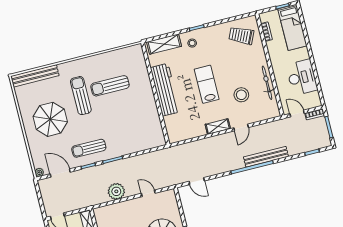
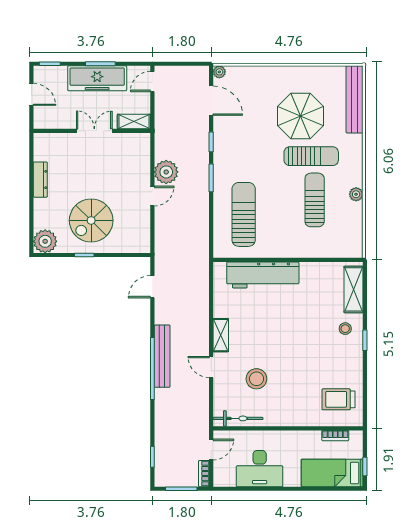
trolley: (241, 36) -> (338, 399), turned -115
plant: (99, 59) -> (356, 194), added
bicycle: (267, 83) -> (238, 418), moved
lab bench: (207, 84) -> (283, 334), removed
workbench: (165, 90) -> (263, 275), moved
parasol: (50, 119) -> (300, 116), moved
sun lounger: (89, 148) -> (244, 214), moved, width x1.36, depth x1.34
bench: (266, 157) -> (162, 356), moved
door: (60, 173) -> (211, 101), hinge flipped
door: (148, 193) -> (152, 196), moved

